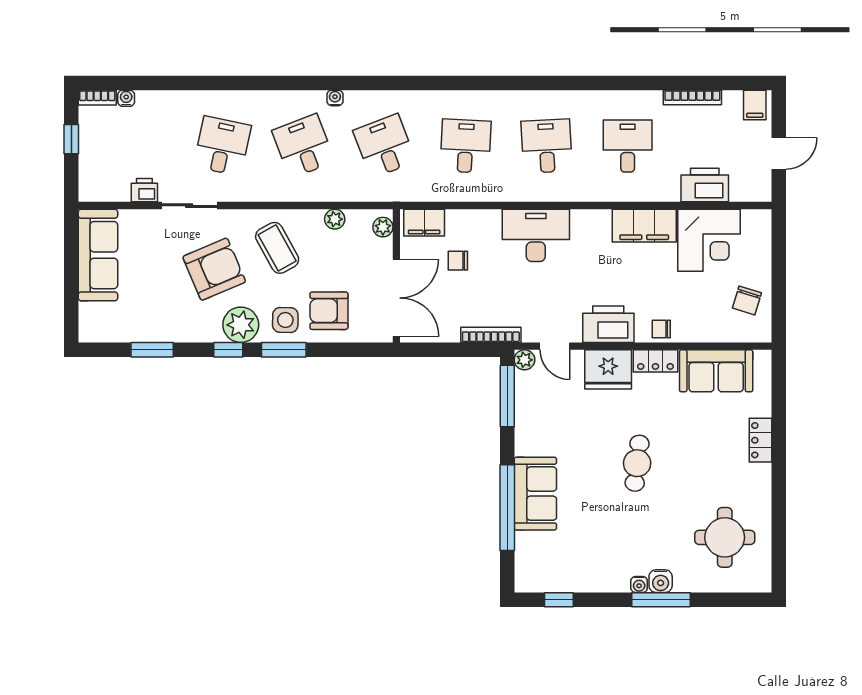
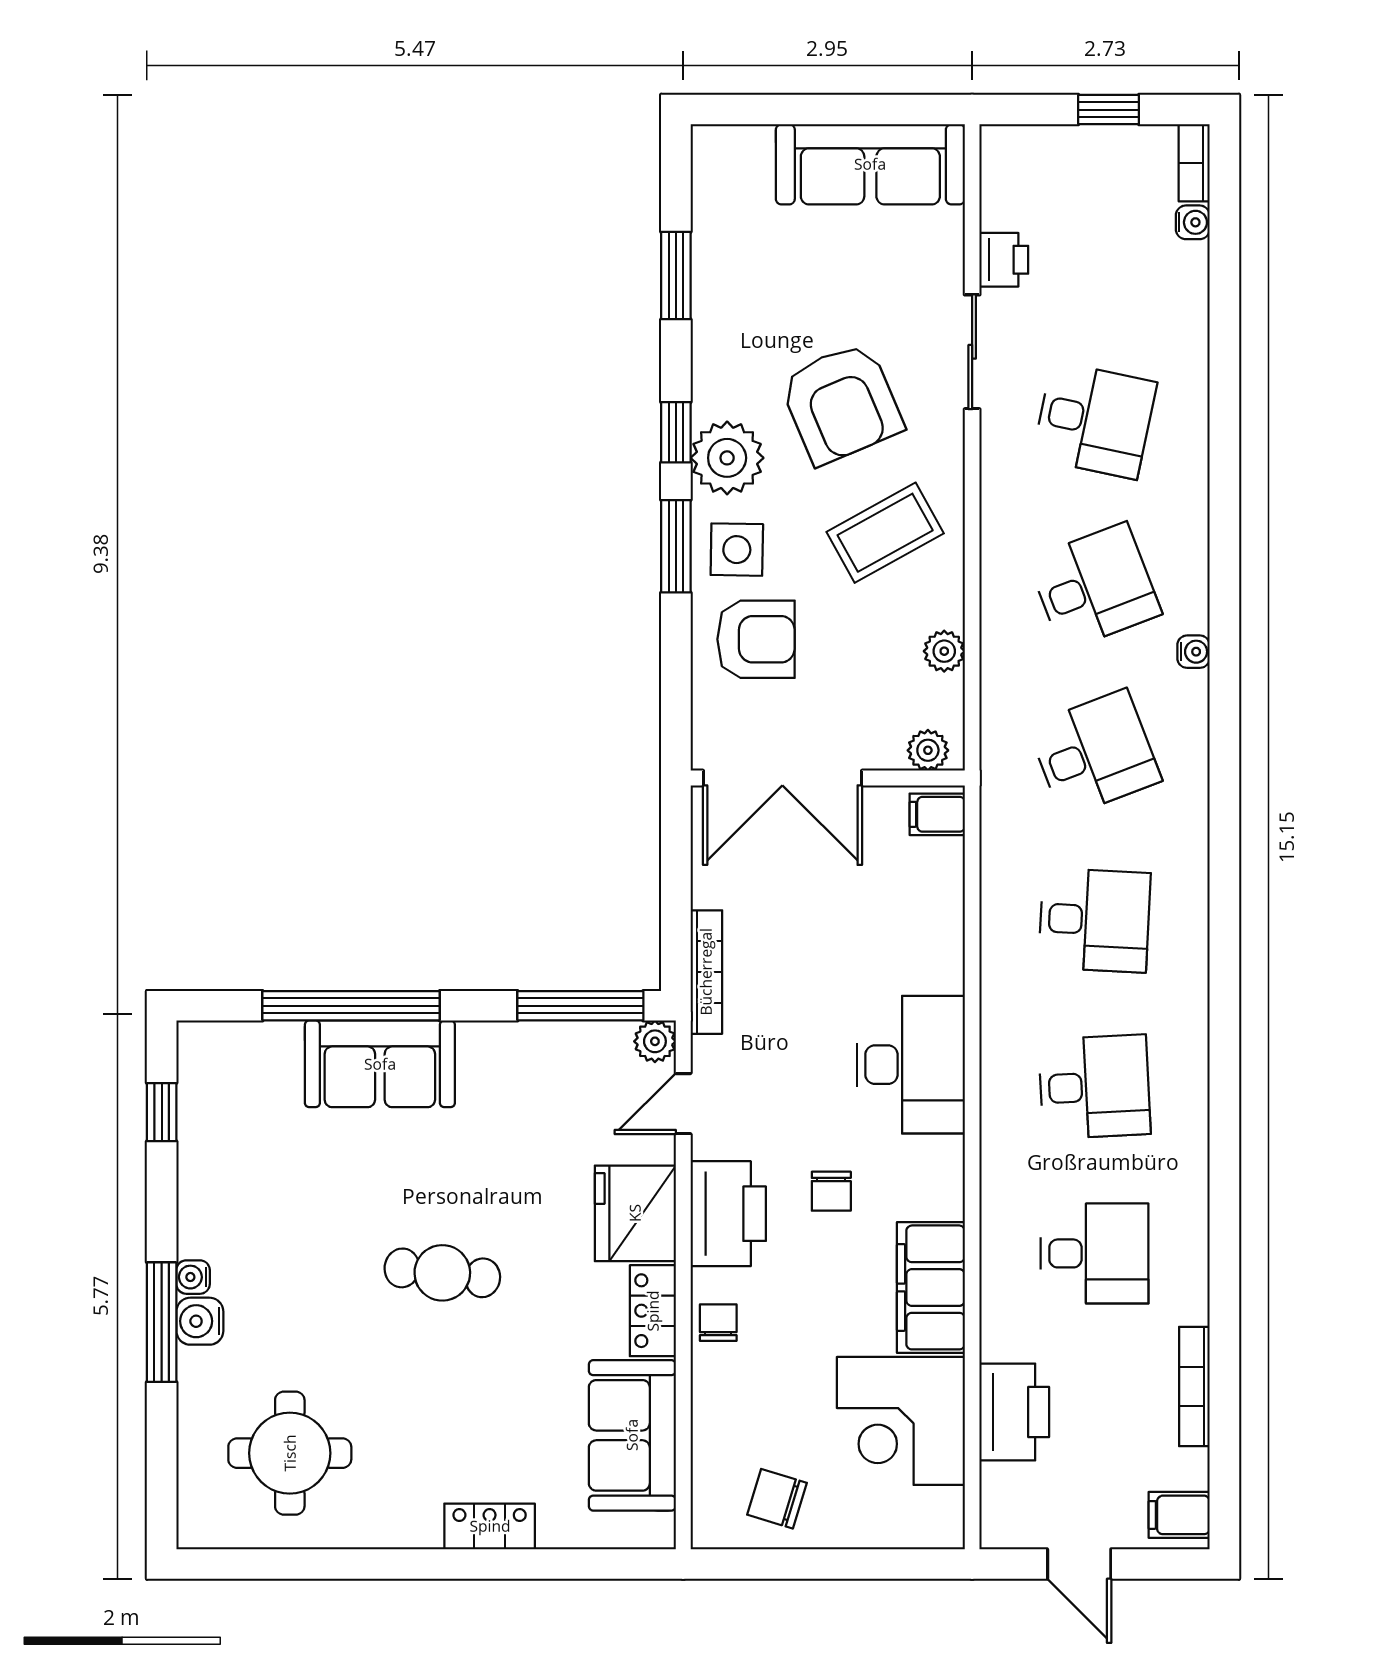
filing cabinet: (424, 223) -> (937, 814), width x0.50
chair: (458, 261) -> (831, 1191), moved, turned 180
armchair: (329, 311) -> (756, 639), turned 90

